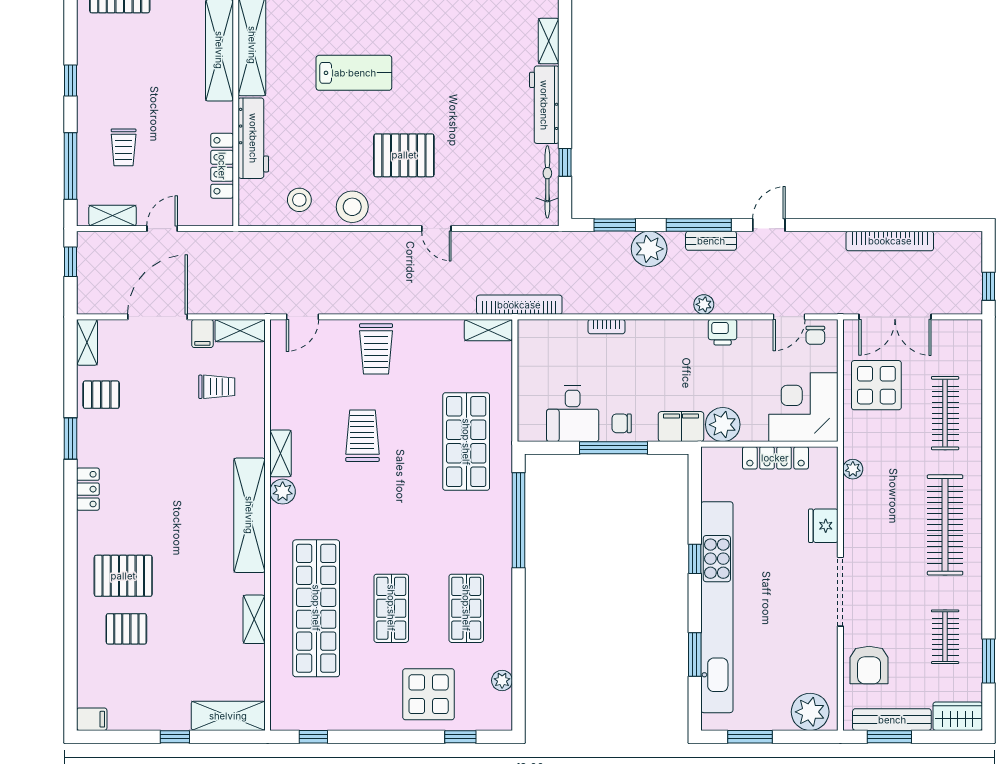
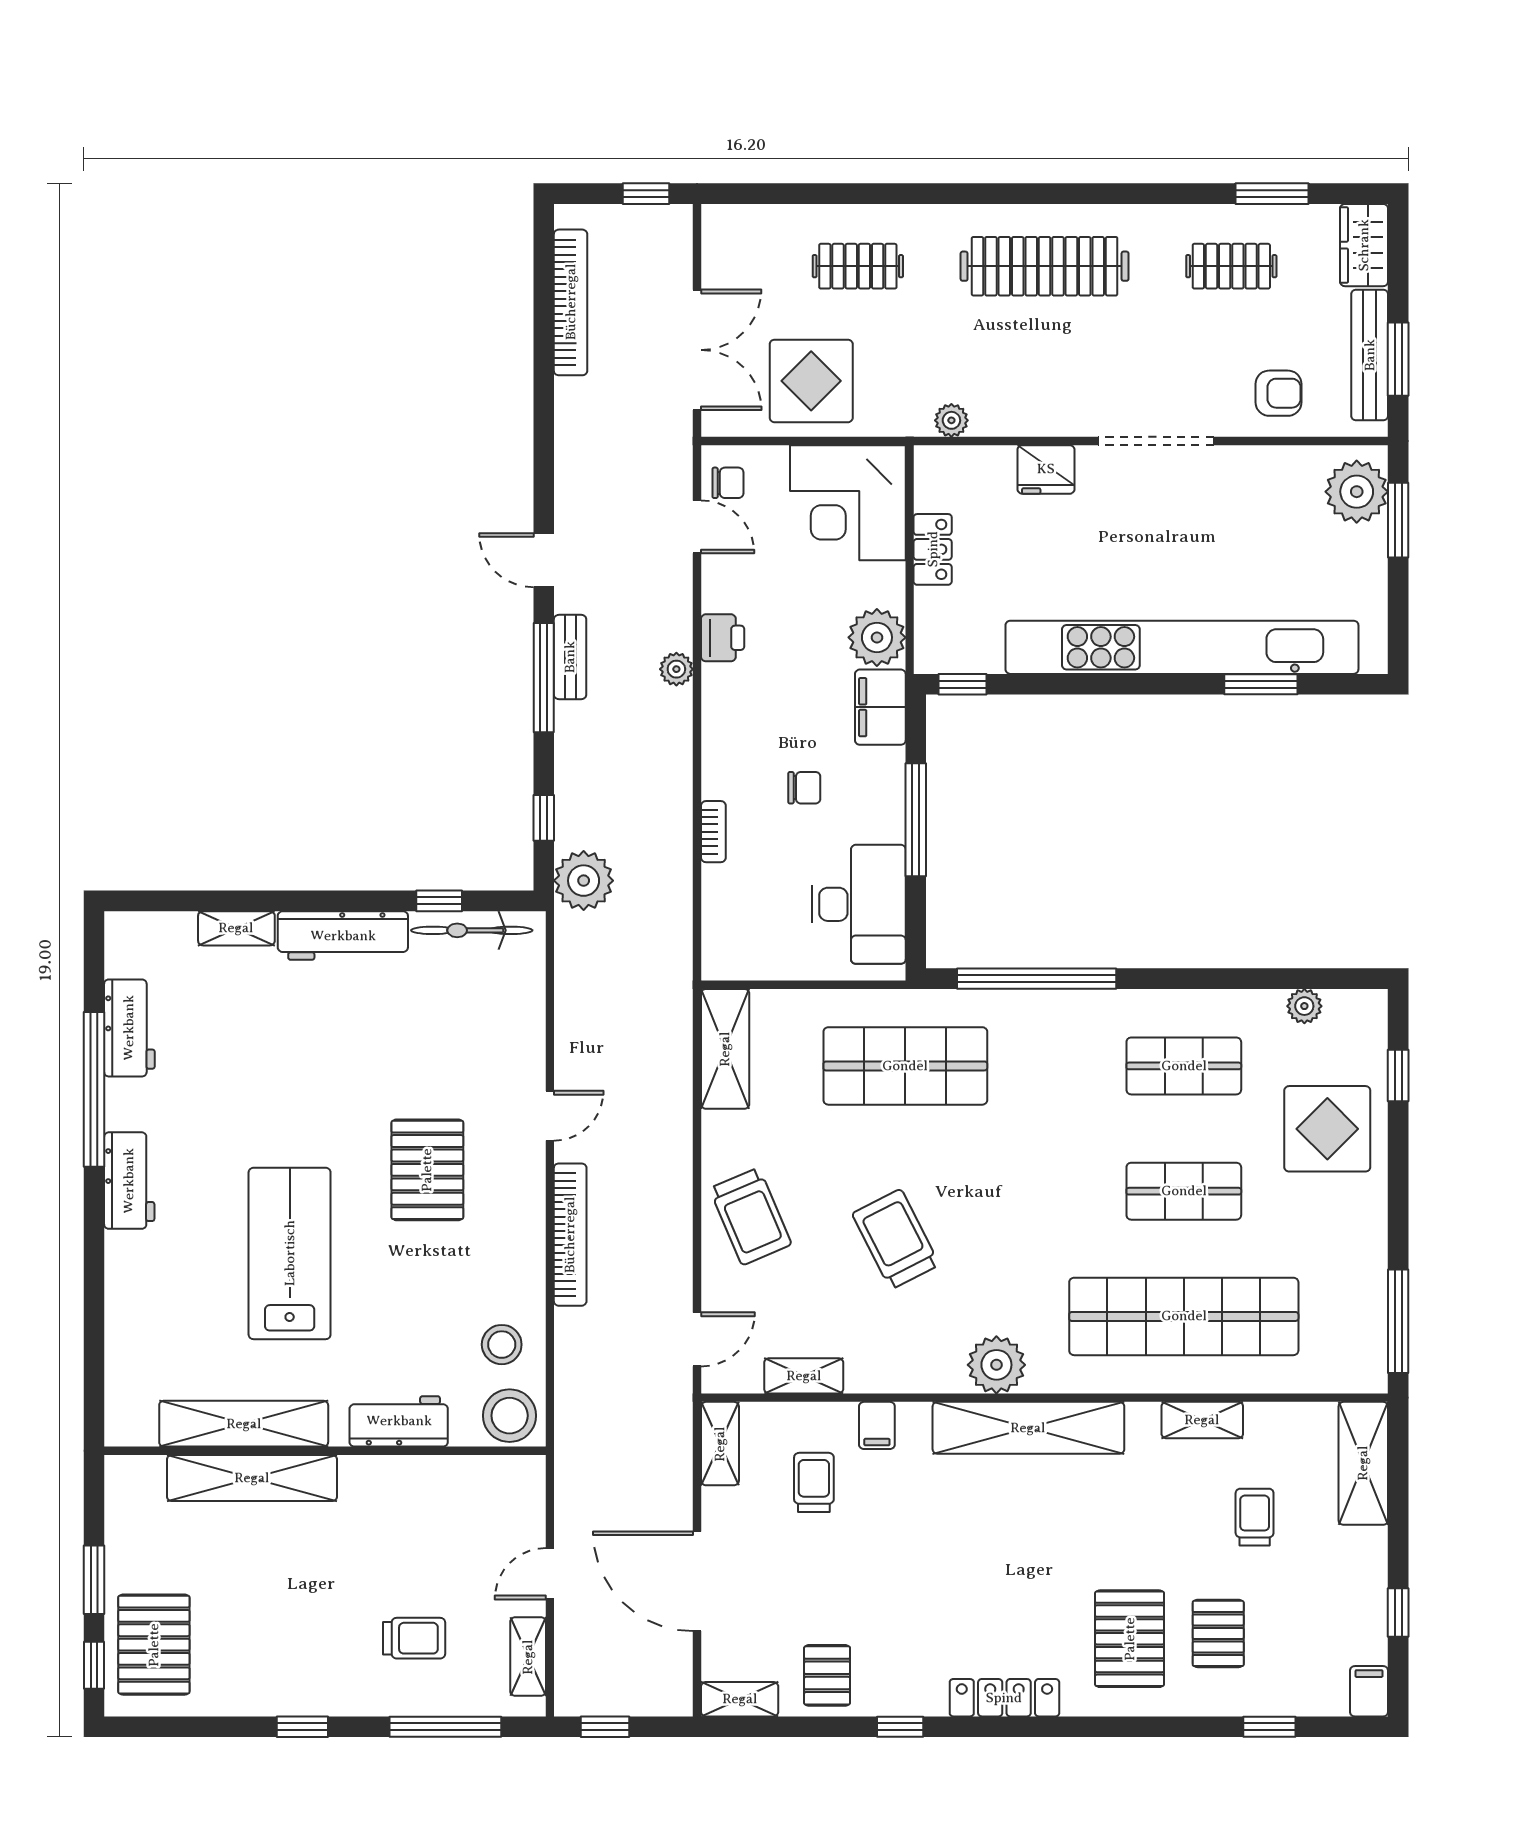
lab bench: (354, 73) -> (290, 1253), width x1.36, depth x1.39
workbench: (253, 138) -> (399, 1421), width x0.73
locker: (222, 166) -> (445, 1474), removed
stool: (352, 207) -> (510, 1416), moved
window: (615, 225) -> (544, 818), width x0.67
door: (162, 229) -> (550, 1574), hinge flipped
bookcase: (890, 241) -> (571, 302), moved
plant: (649, 249) -> (584, 881), moved
bookcase: (519, 305) -> (570, 1235), moved, turned 180
door: (302, 317) -> (697, 1339), hinge flipped
shelving: (488, 330) -> (725, 1049), width x1.50, depth x1.33
filing cabinet: (202, 333) -> (877, 1425), moved, turned 90
trolley: (376, 349) -> (751, 1216), turned 67
clothes rail: (945, 413) -> (858, 266), width x0.73
desk: (573, 414) -> (859, 904), width x1.37
chair: (622, 423) -> (804, 788), moved, turned -90
trolley: (362, 436) -> (896, 1239), turned 63
window: (70, 438) -> (900, 1727), width x0.67
shelving: (281, 453) -> (804, 1376), moved
locker: (775, 458) -> (933, 549), width x0.66
locker: (88, 489) -> (1004, 1698), width x1.53
plant: (283, 492) -> (996, 1365), width x1.36, depth x1.36
window: (695, 559) -> (963, 684), moved
trolley: (196, 651) -> (1255, 1517), added
window: (70, 660) -> (1269, 1727), added
armchair: (869, 665) -> (1279, 393), width x0.72, depth x0.72
window: (175, 737) -> (1398, 1613), moved
window: (313, 737) -> (1398, 1321), width x2.17
window: (750, 737) -> (1398, 520), moved

